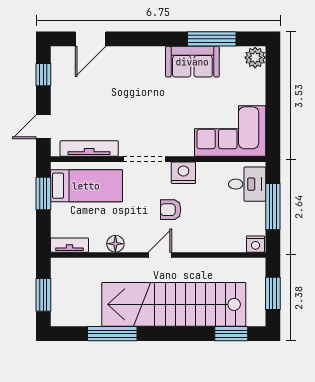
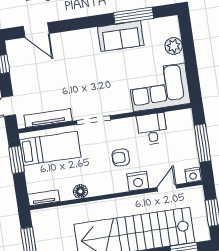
door: (91, 39) -> (36, 30), hinge flipped
plant: (255, 58) -> (174, 46), moved
nightstand: (183, 173) -> (138, 181), moved, turned 180
desk: (247, 184) -> (152, 129), moved, turned -90
door: (160, 255) -> (167, 188), moved

